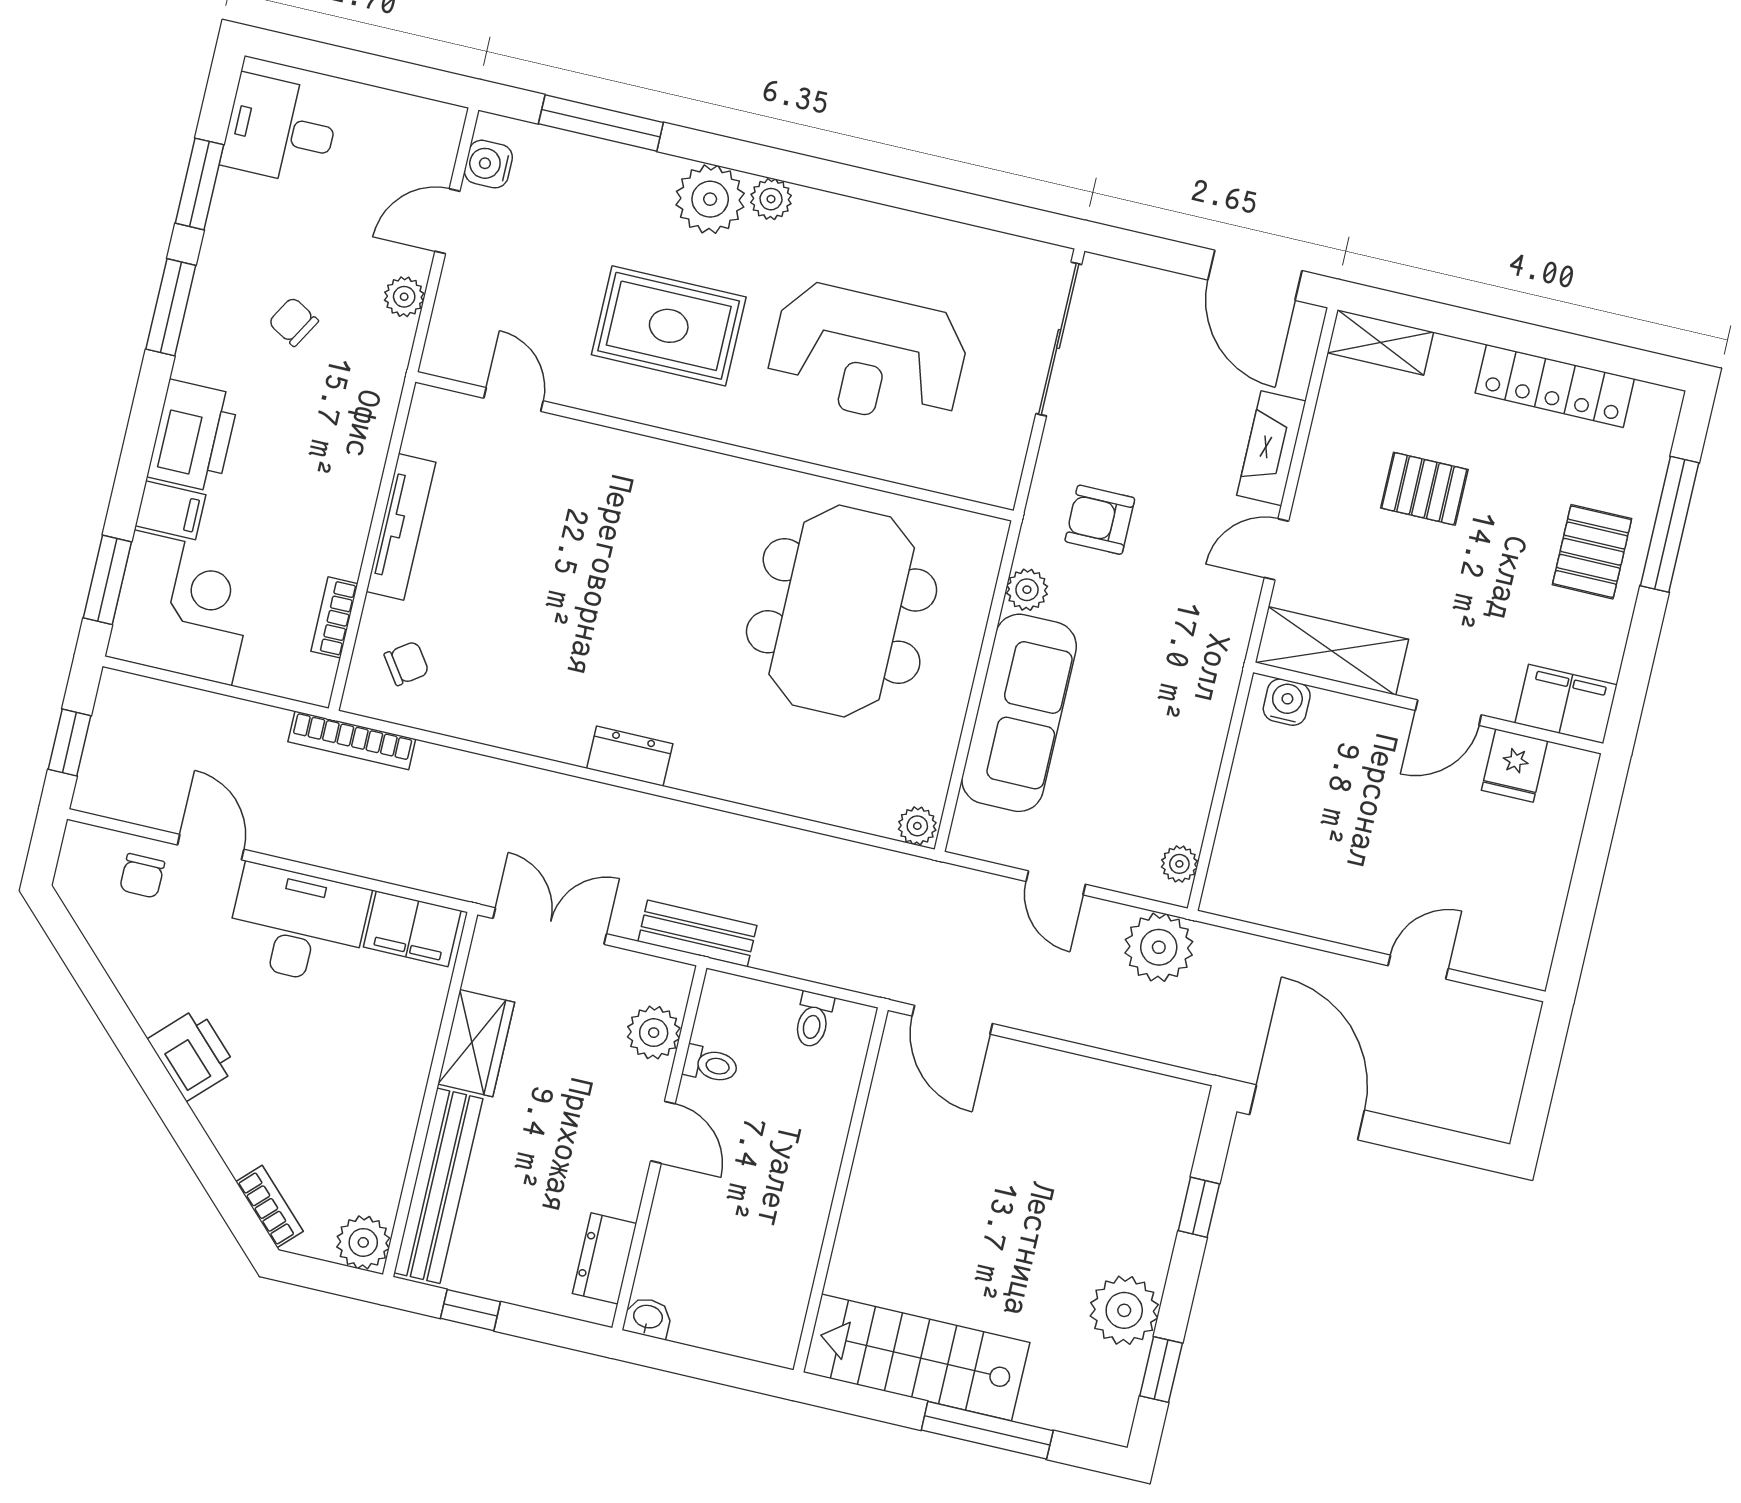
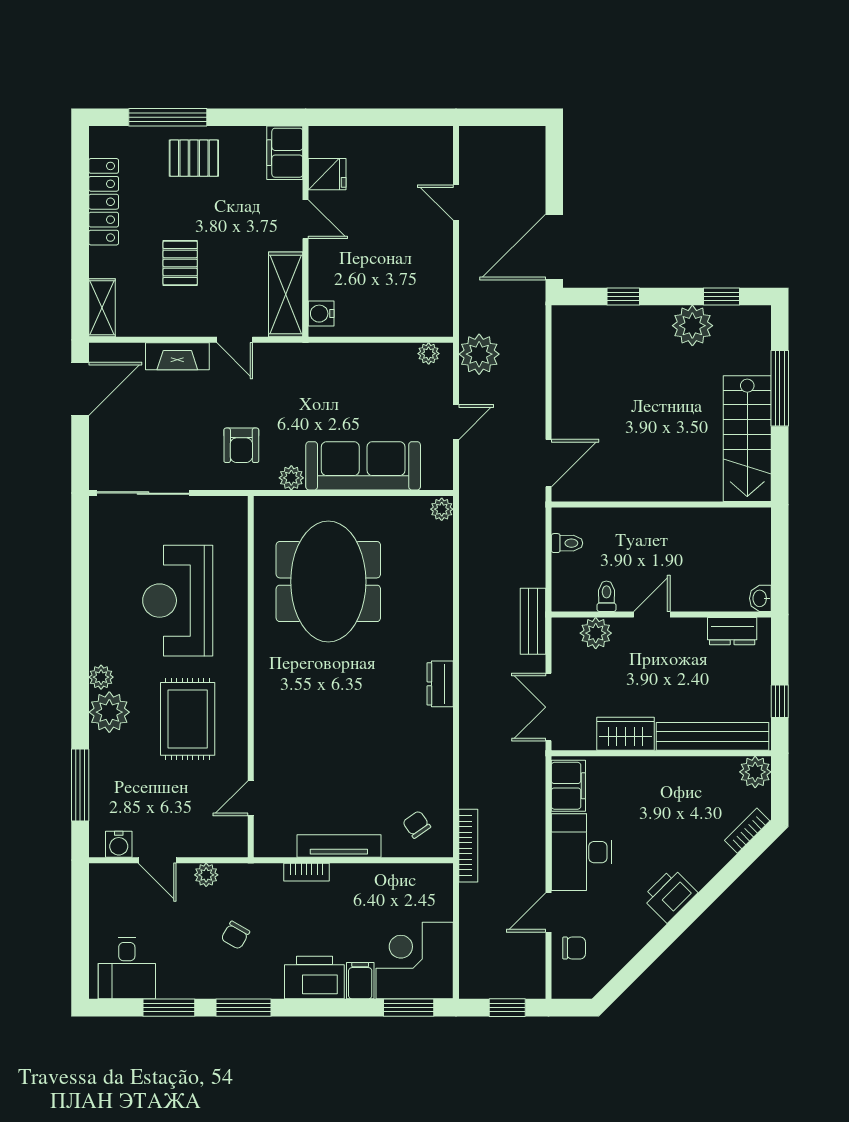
reception desk: (868, 355) -> (178, 601), turned 180
meeting table: (842, 611) -> (328, 582), turned 90
bookcase: (334, 617) -> (306, 872), moved

